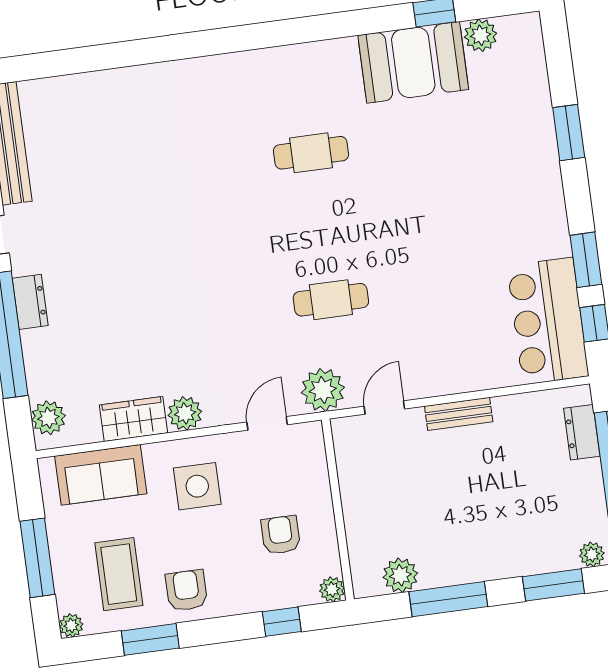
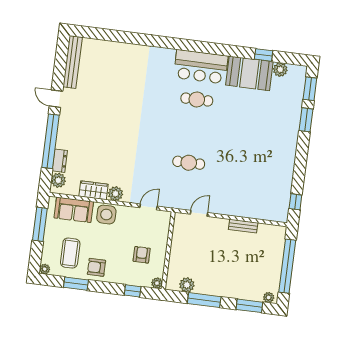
window: (586, 260) -> (310, 89), moved
dresser: (30, 302) -> (60, 161), moved
bar counter: (548, 321) -> (201, 67), moved, turned -90
plant: (323, 390) -> (175, 199), removed
bench: (459, 414) -> (243, 226), moved
dresser: (582, 432) -> (278, 246), removed
side table: (197, 486) -> (106, 215), moved
window: (37, 558) -> (40, 224), moved
armchair: (186, 590) -> (96, 267), turned -90

